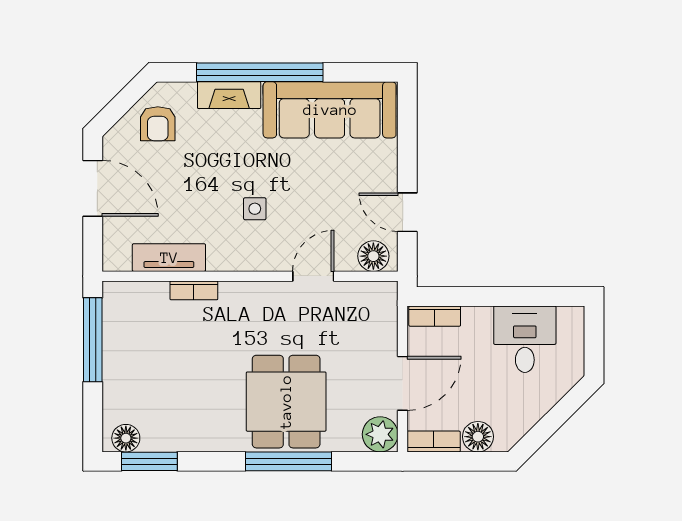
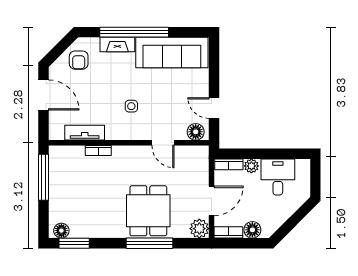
door: (313, 276) -> (163, 143), swing flipped
plant: (476, 319) -> (251, 166), added

